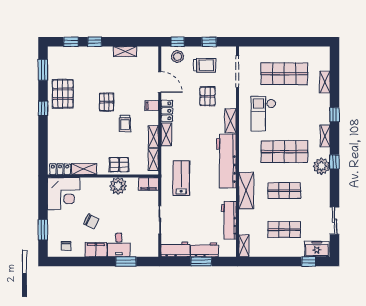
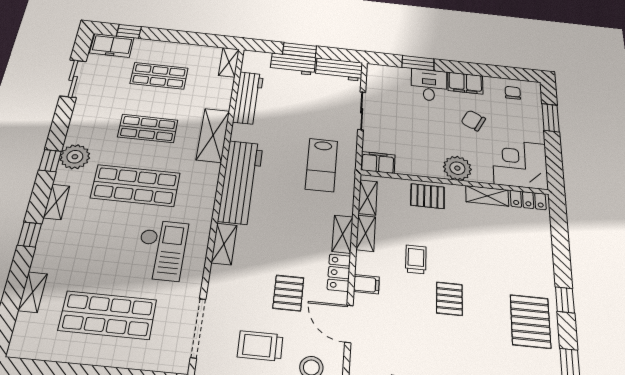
pallet: (208, 96) -> (288, 293), moved
plant: (118, 186) -> (457, 168), moved

